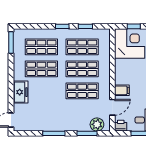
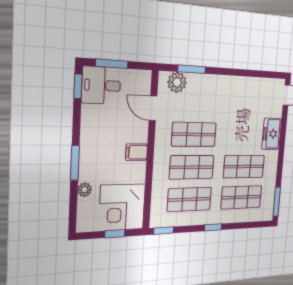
window: (85, 26) -> (164, 231), moved
filing cabinet: (122, 90) -> (137, 152), moved
door: (112, 107) -> (153, 108), hinge flipped
printer: (121, 126) -> (143, 78), removed
window: (54, 133) -> (236, 72), removed

